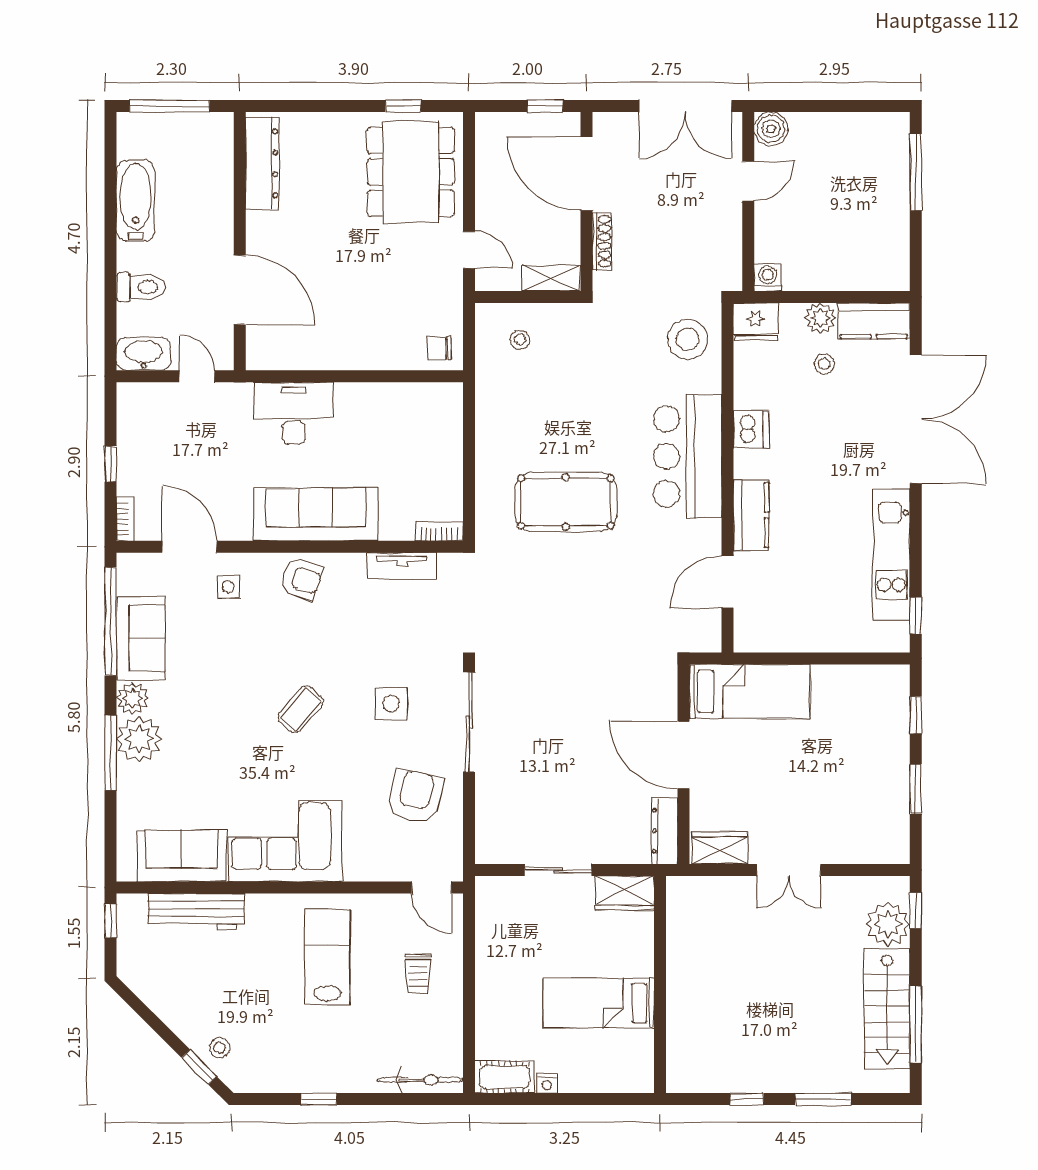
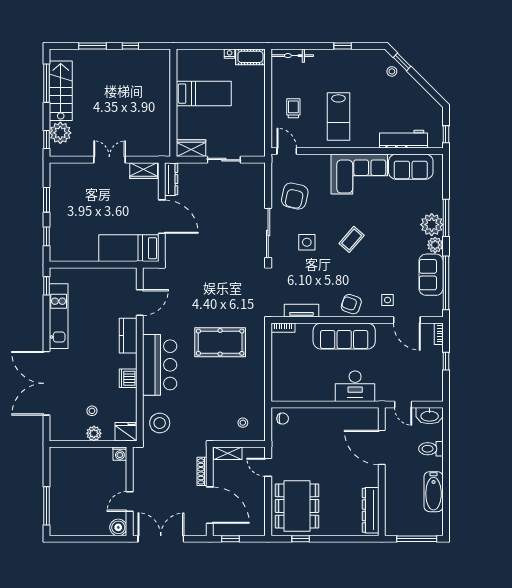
kitchen counter: (874, 321) -> (67, 432), removed

